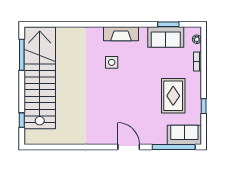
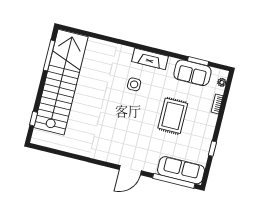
rug: (173, 96) -> (173, 116), moved
sofa: (184, 135) -> (181, 170), width x1.36
door: (129, 147) -> (130, 170), swing flipped

